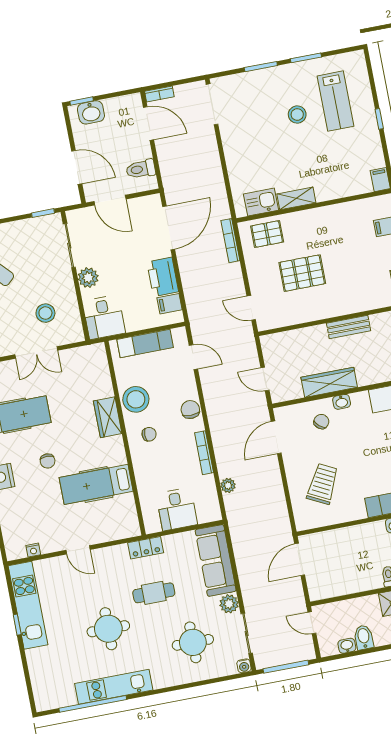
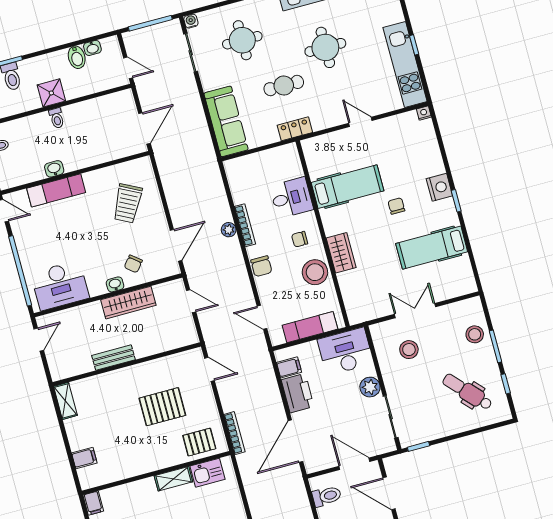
desk: (104, 317) -> (345, 351), width x1.37
plant: (228, 485) -> (229, 230), moved
desk: (177, 509) -> (291, 198), moved, turned 90
nightstand: (33, 550) -> (424, 113), moved
plant: (229, 604) -> (210, 80), removed

